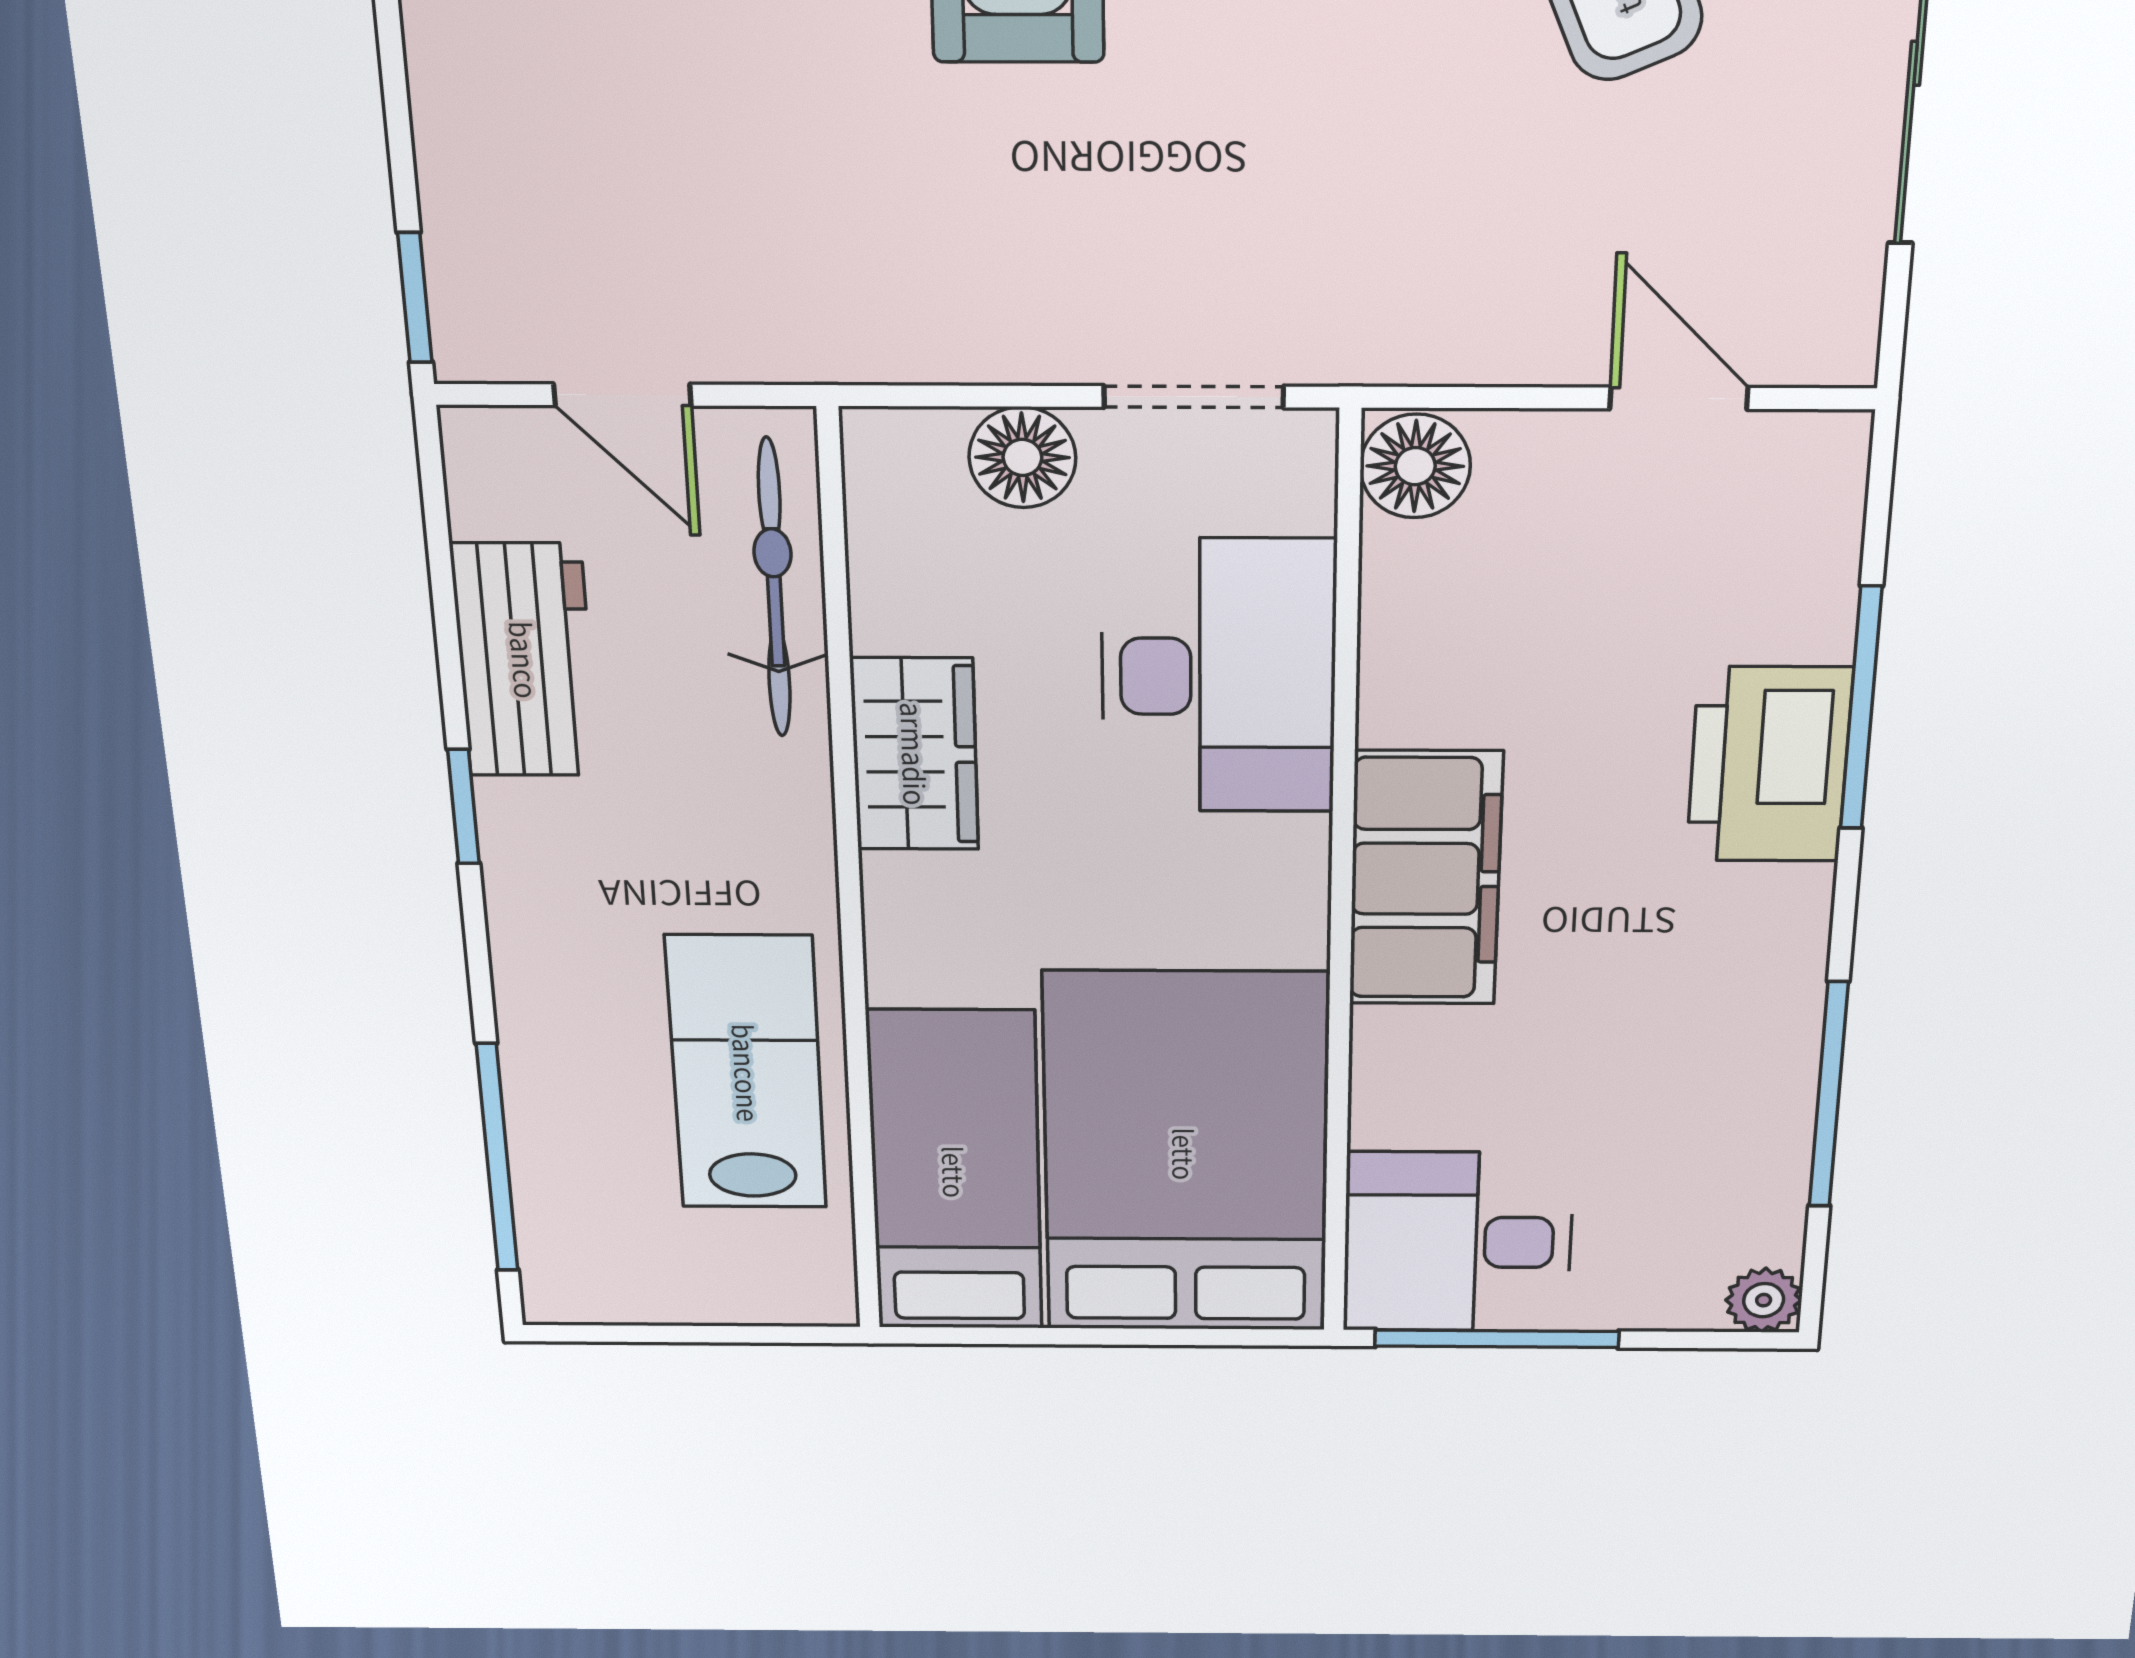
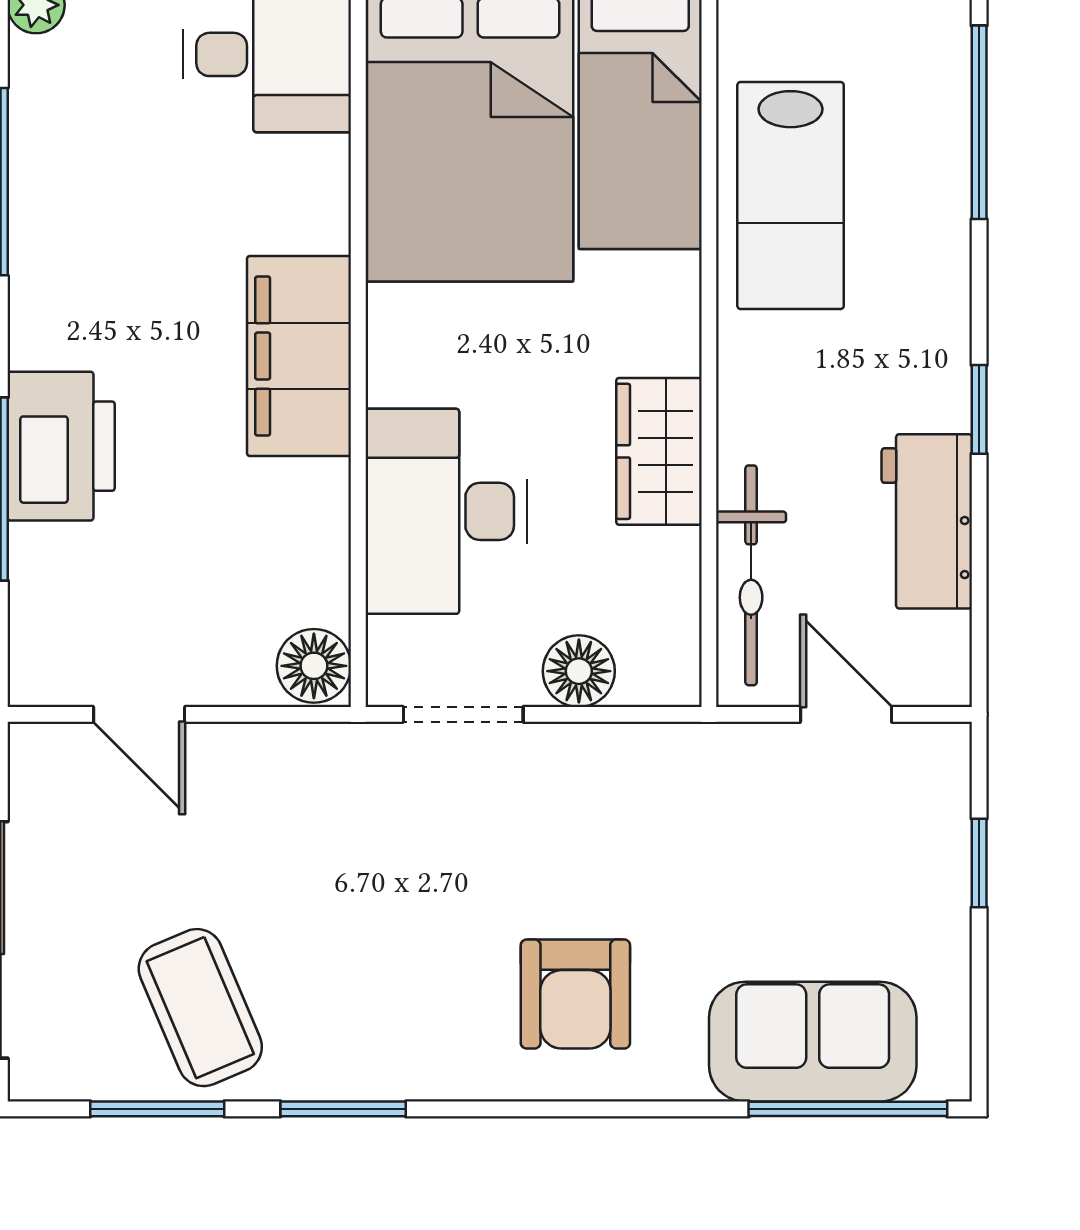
window: (415, 298) -> (979, 863), moved

